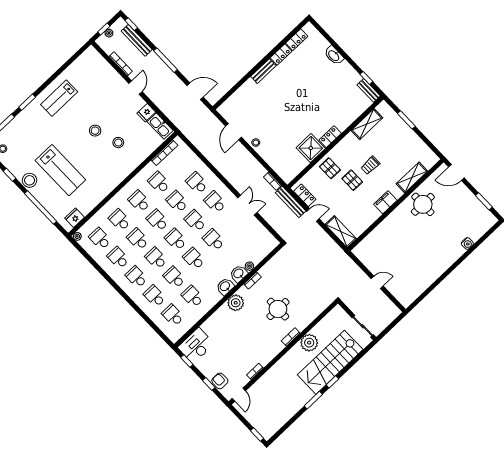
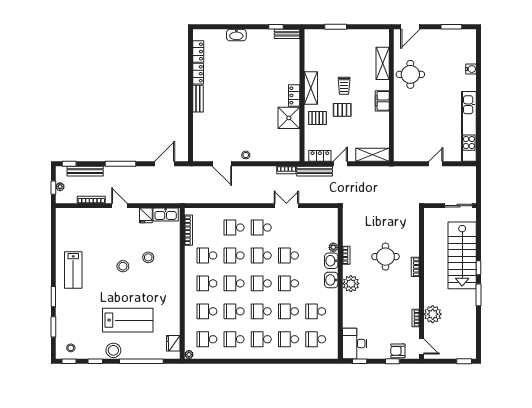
shelving: (367, 124) -> (311, 88), moved
kitchen unit: (425, 280) -> (469, 126), added
plant: (309, 343) -> (433, 314), moved

